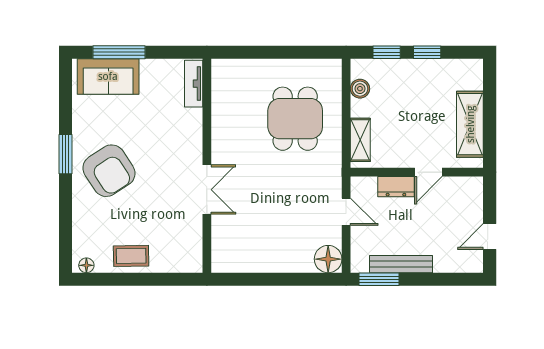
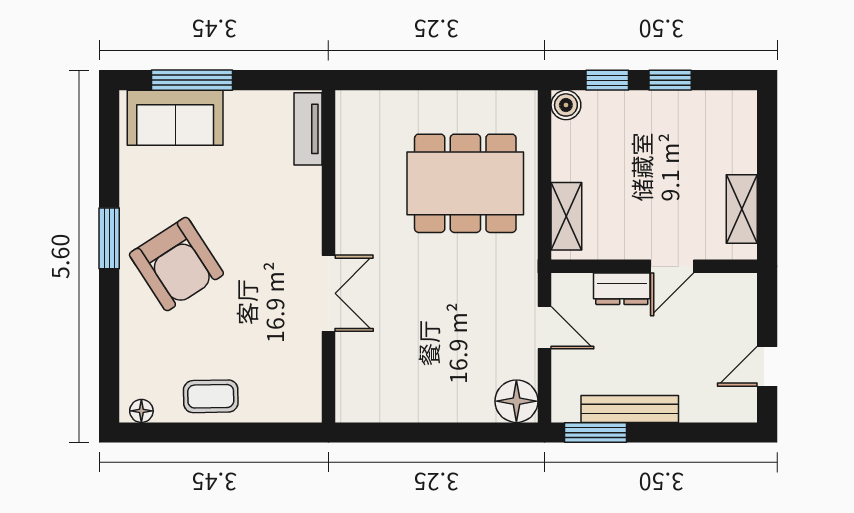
boiler: (360, 89) -> (566, 105), moved
dining table: (295, 119) -> (465, 183), width x1.38
shelving: (470, 124) -> (742, 209), width x0.67, depth x0.75

